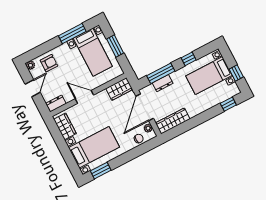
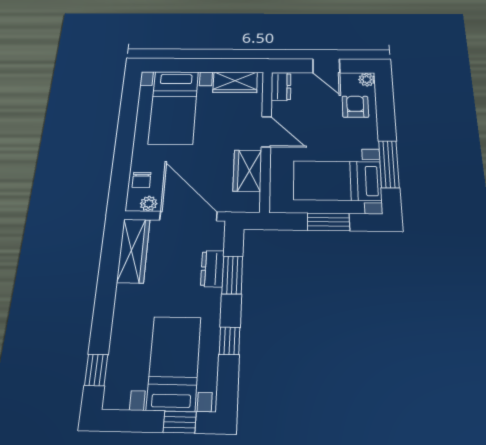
armchair: (49, 63) -> (355, 107), turned 180
window: (161, 73) -> (232, 275), width x0.69
window: (236, 73) -> (180, 422), moved
wardrobe: (119, 89) -> (247, 171), moved
door: (84, 97) -> (266, 132), hinge flipped
window: (101, 171) -> (130, 99), removed

